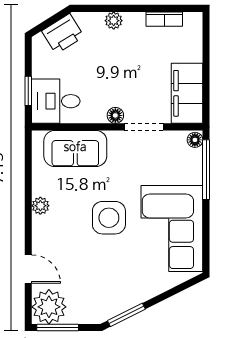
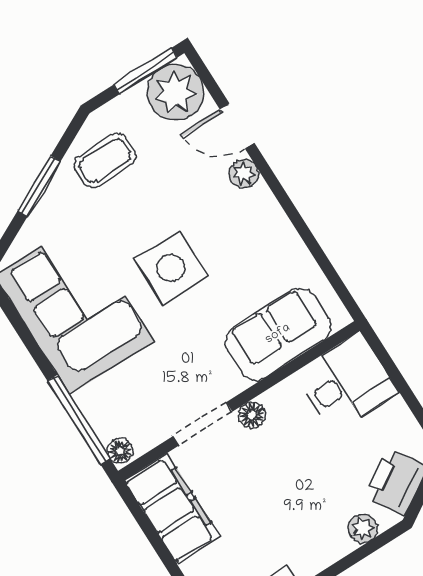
plant: (114, 21) -> (363, 529), moved
window: (28, 91) -> (394, 373), removed
plant: (40, 206) -> (244, 174), moved
coffee table: (108, 295) -> (105, 160), added
window: (126, 315) -> (39, 186), moved

